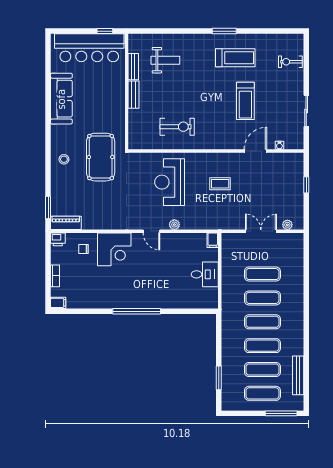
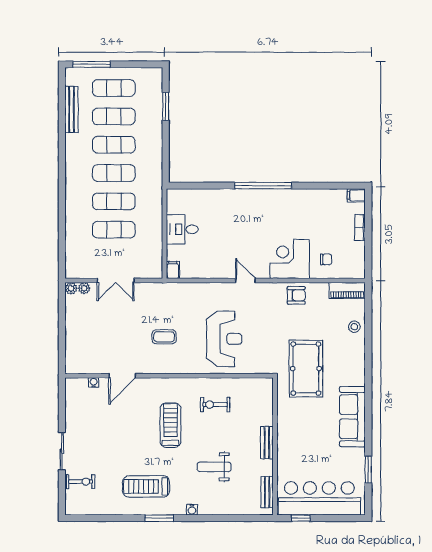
water cooler: (197, 38) -> (192, 510), added
weight bench: (165, 60) -> (214, 467), moved
bench: (133, 67) -> (267, 492), moved
sofa: (61, 99) -> (352, 417), moved
treadmill: (245, 101) -> (170, 425), moved
sliding door: (306, 111) -> (62, 451), moved
exercise bike: (177, 127) -> (215, 405), width x0.73, depth x0.72
stool: (64, 159) -> (354, 327), moved
window: (306, 185) -> (62, 336), removed
window: (48, 208) -> (368, 469), moved
armchair: (109, 219) -> (296, 295), added
plant: (174, 225) -> (71, 288), moved
printer: (58, 239) -> (357, 271), removed

